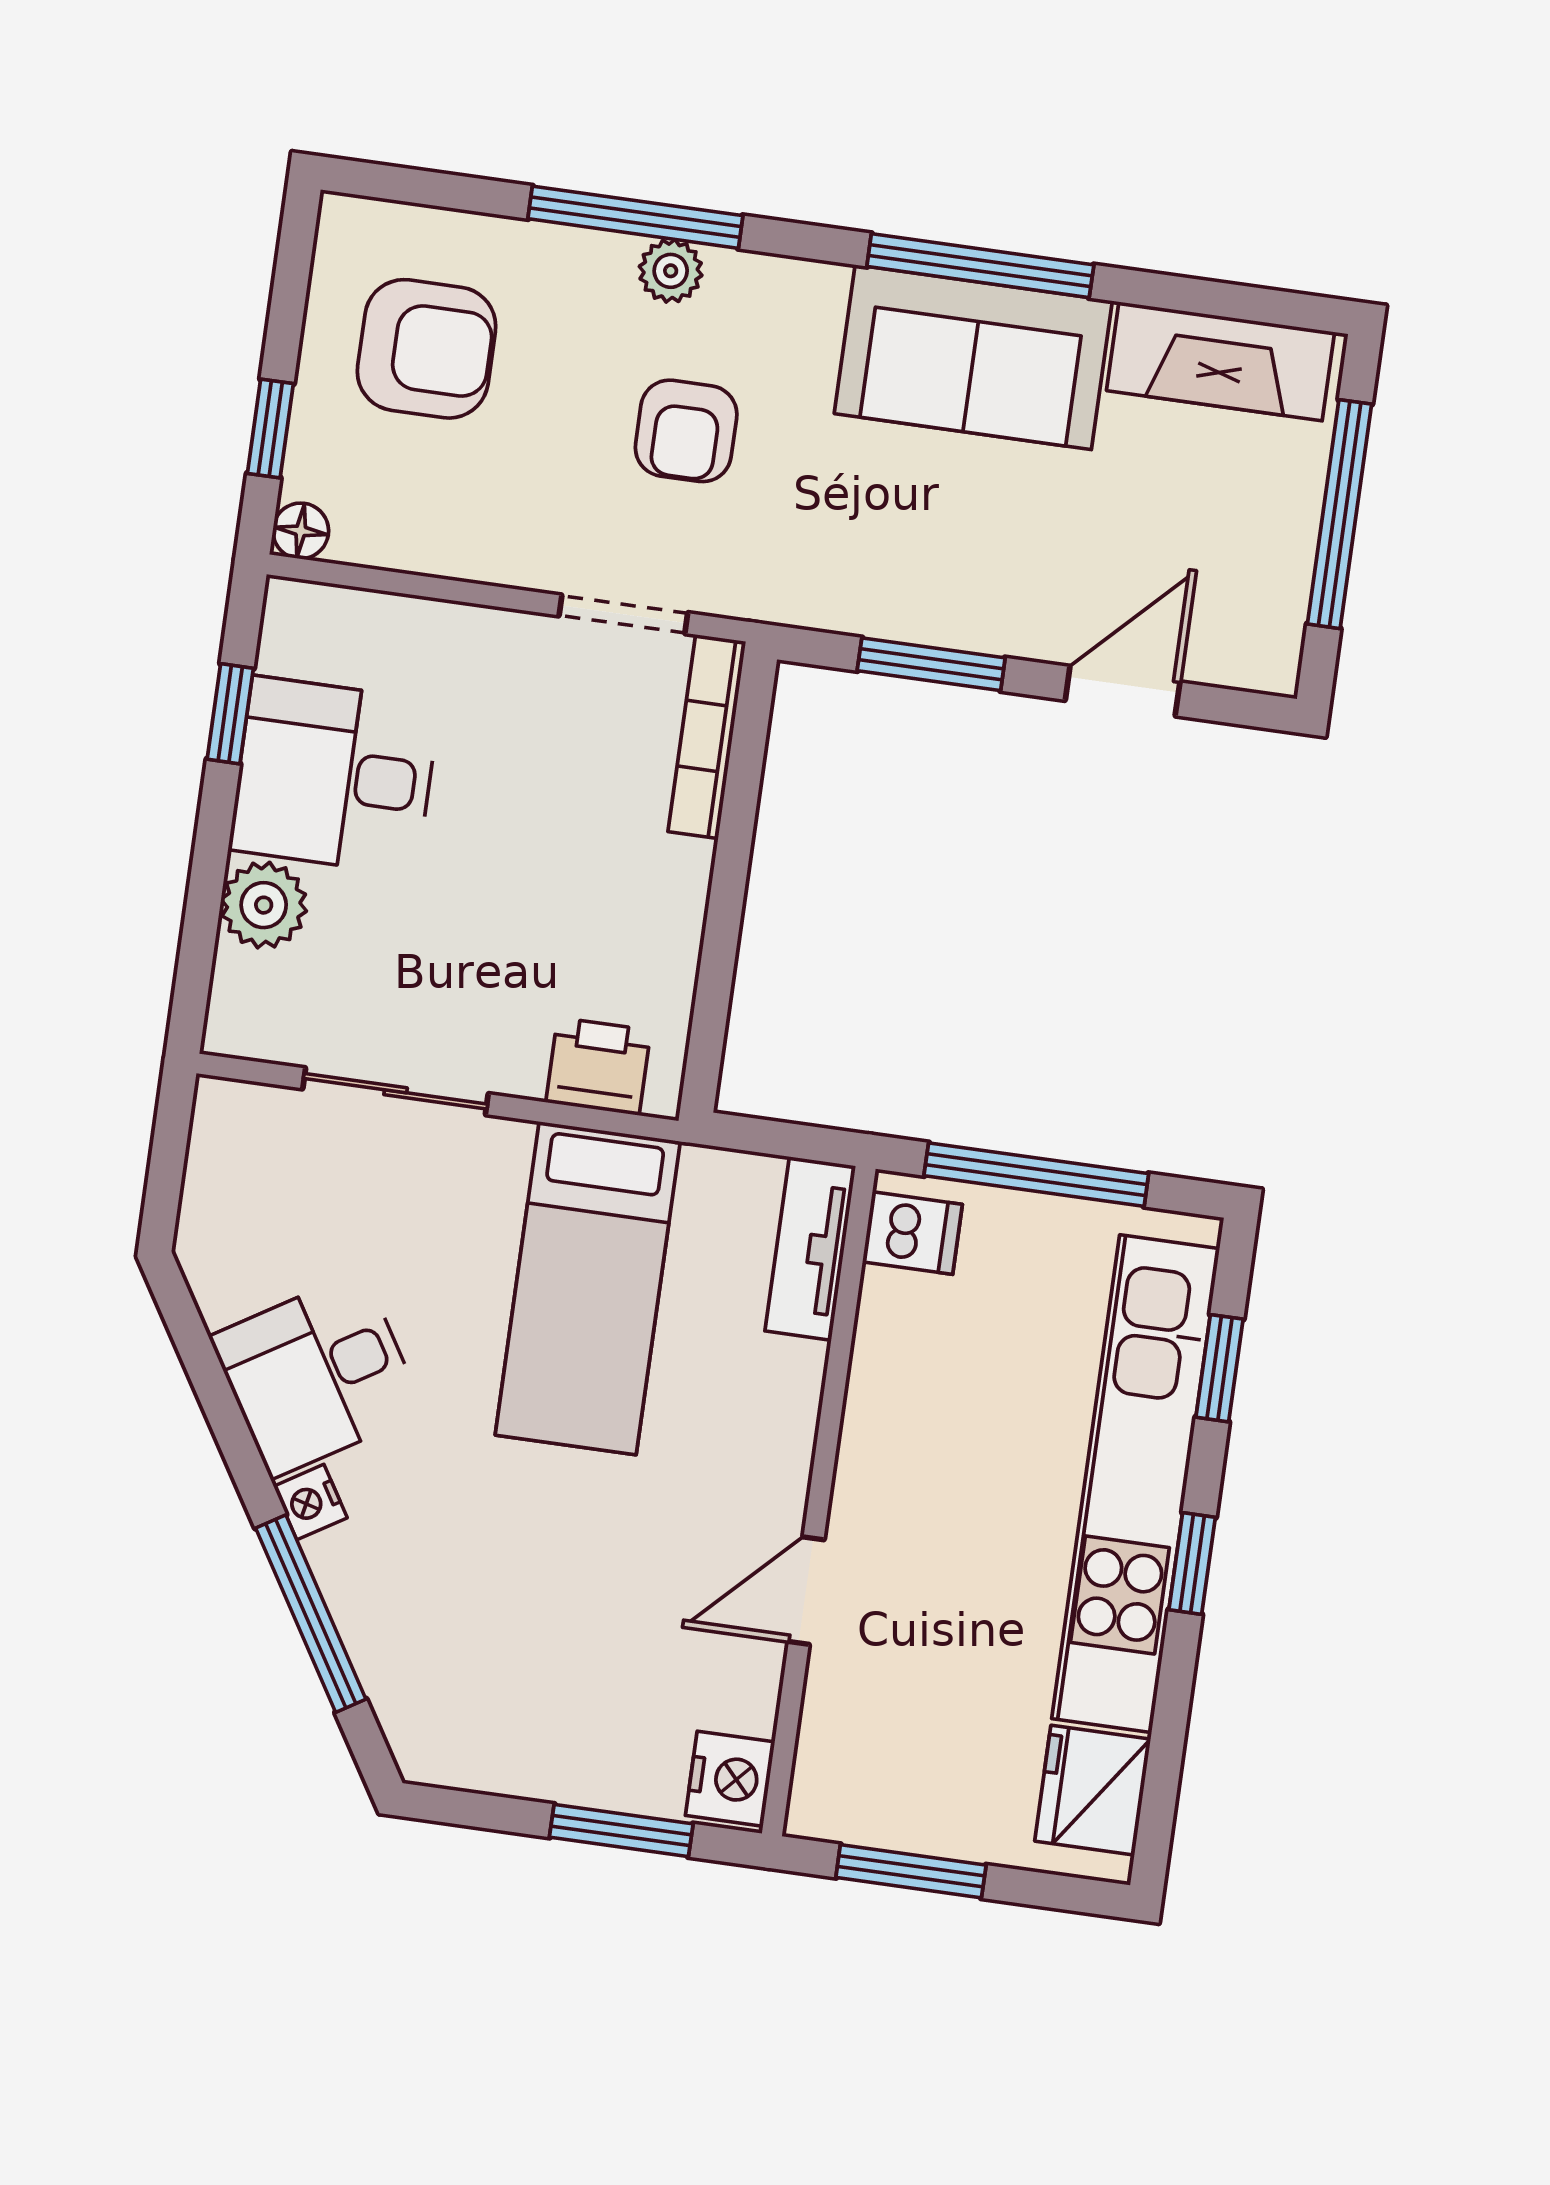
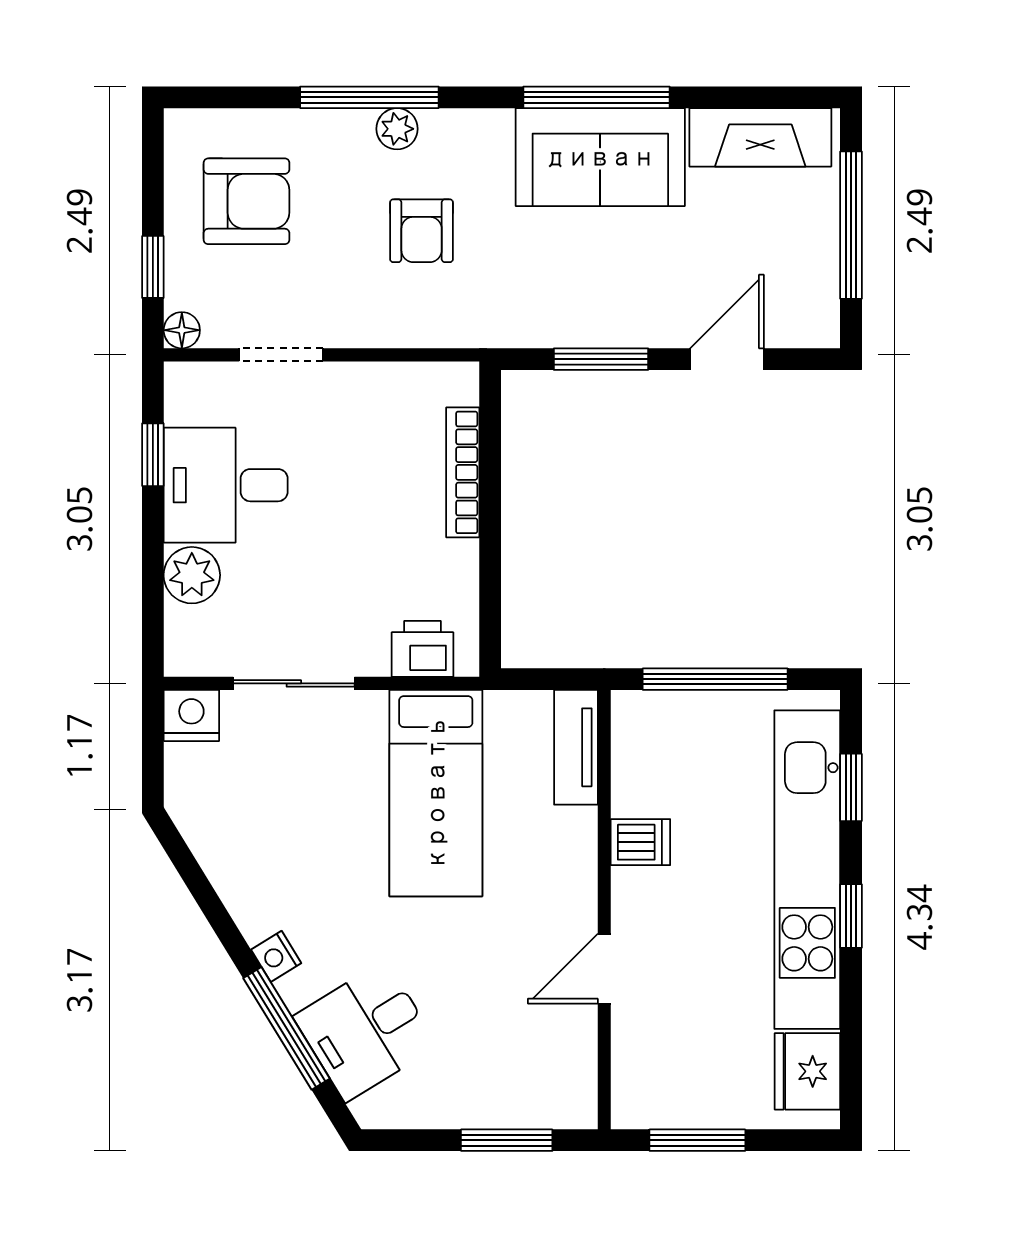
doorway: (623, 614) -> (281, 355), moved
bookcase: (707, 737) -> (463, 472), moved
dishwasher: (912, 1233) -> (640, 842), moved
desk: (317, 1375) -> (366, 1031), moved
nightstand: (730, 1779) -> (191, 715), moved, turned -90

